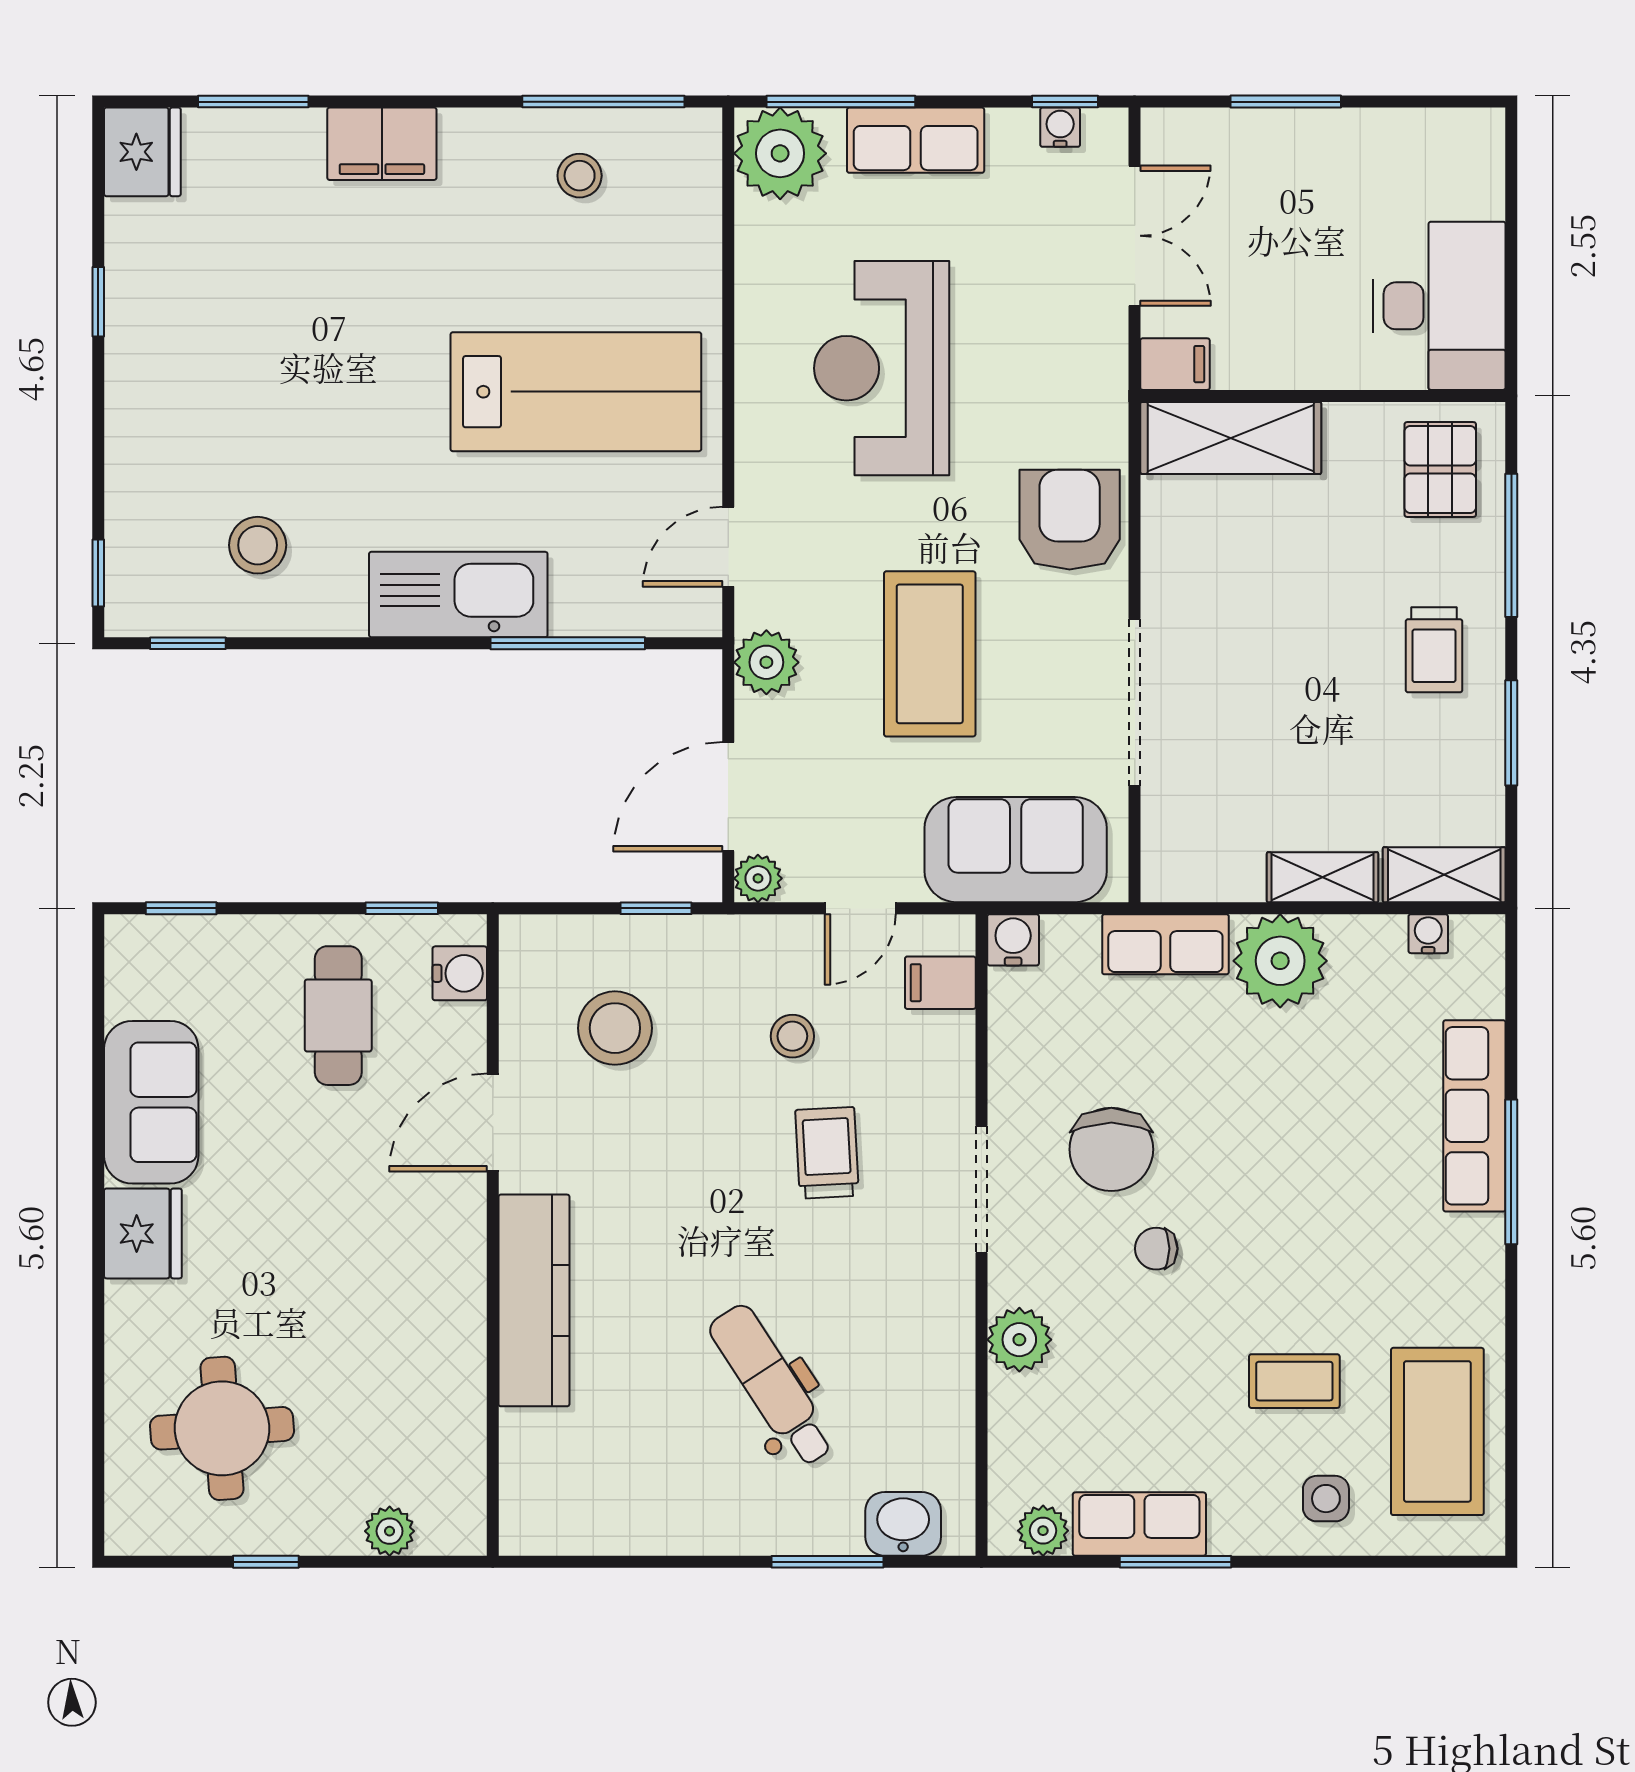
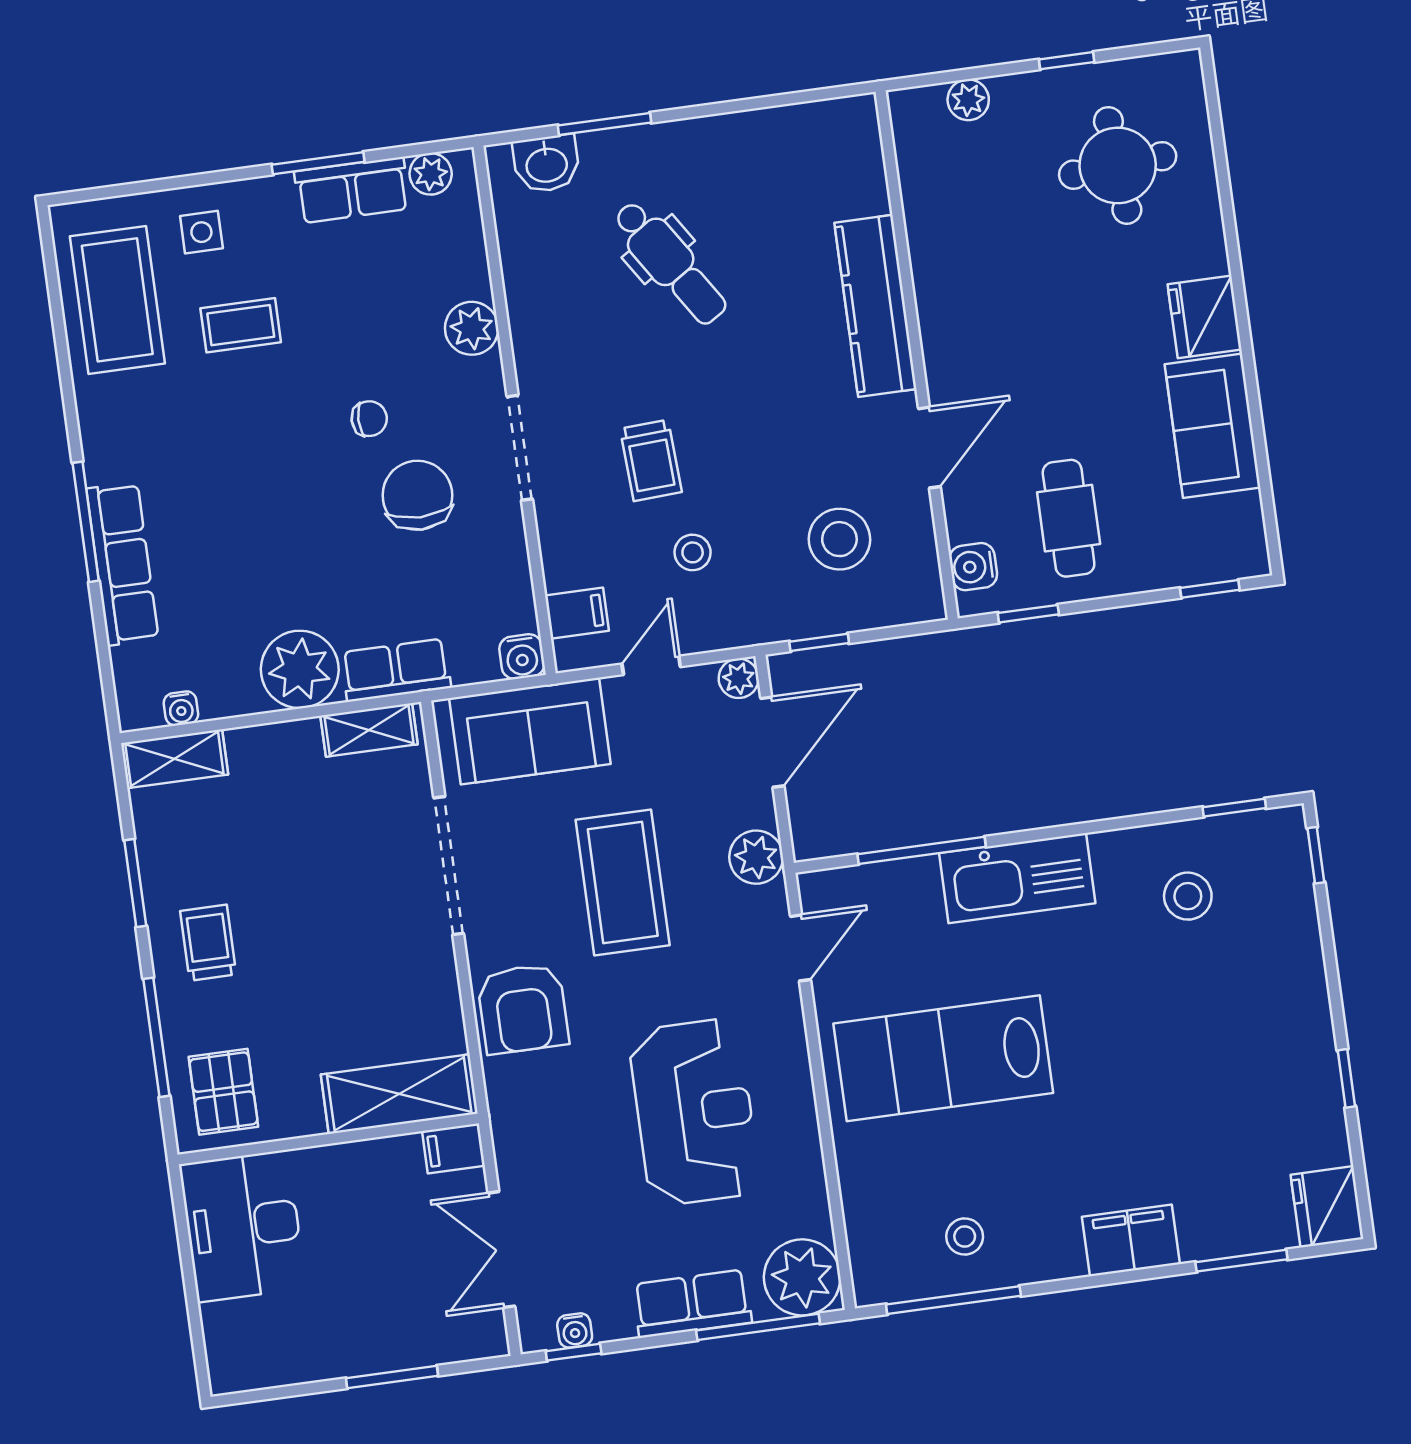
shelving: (1323, 877) -> (369, 730), moved

